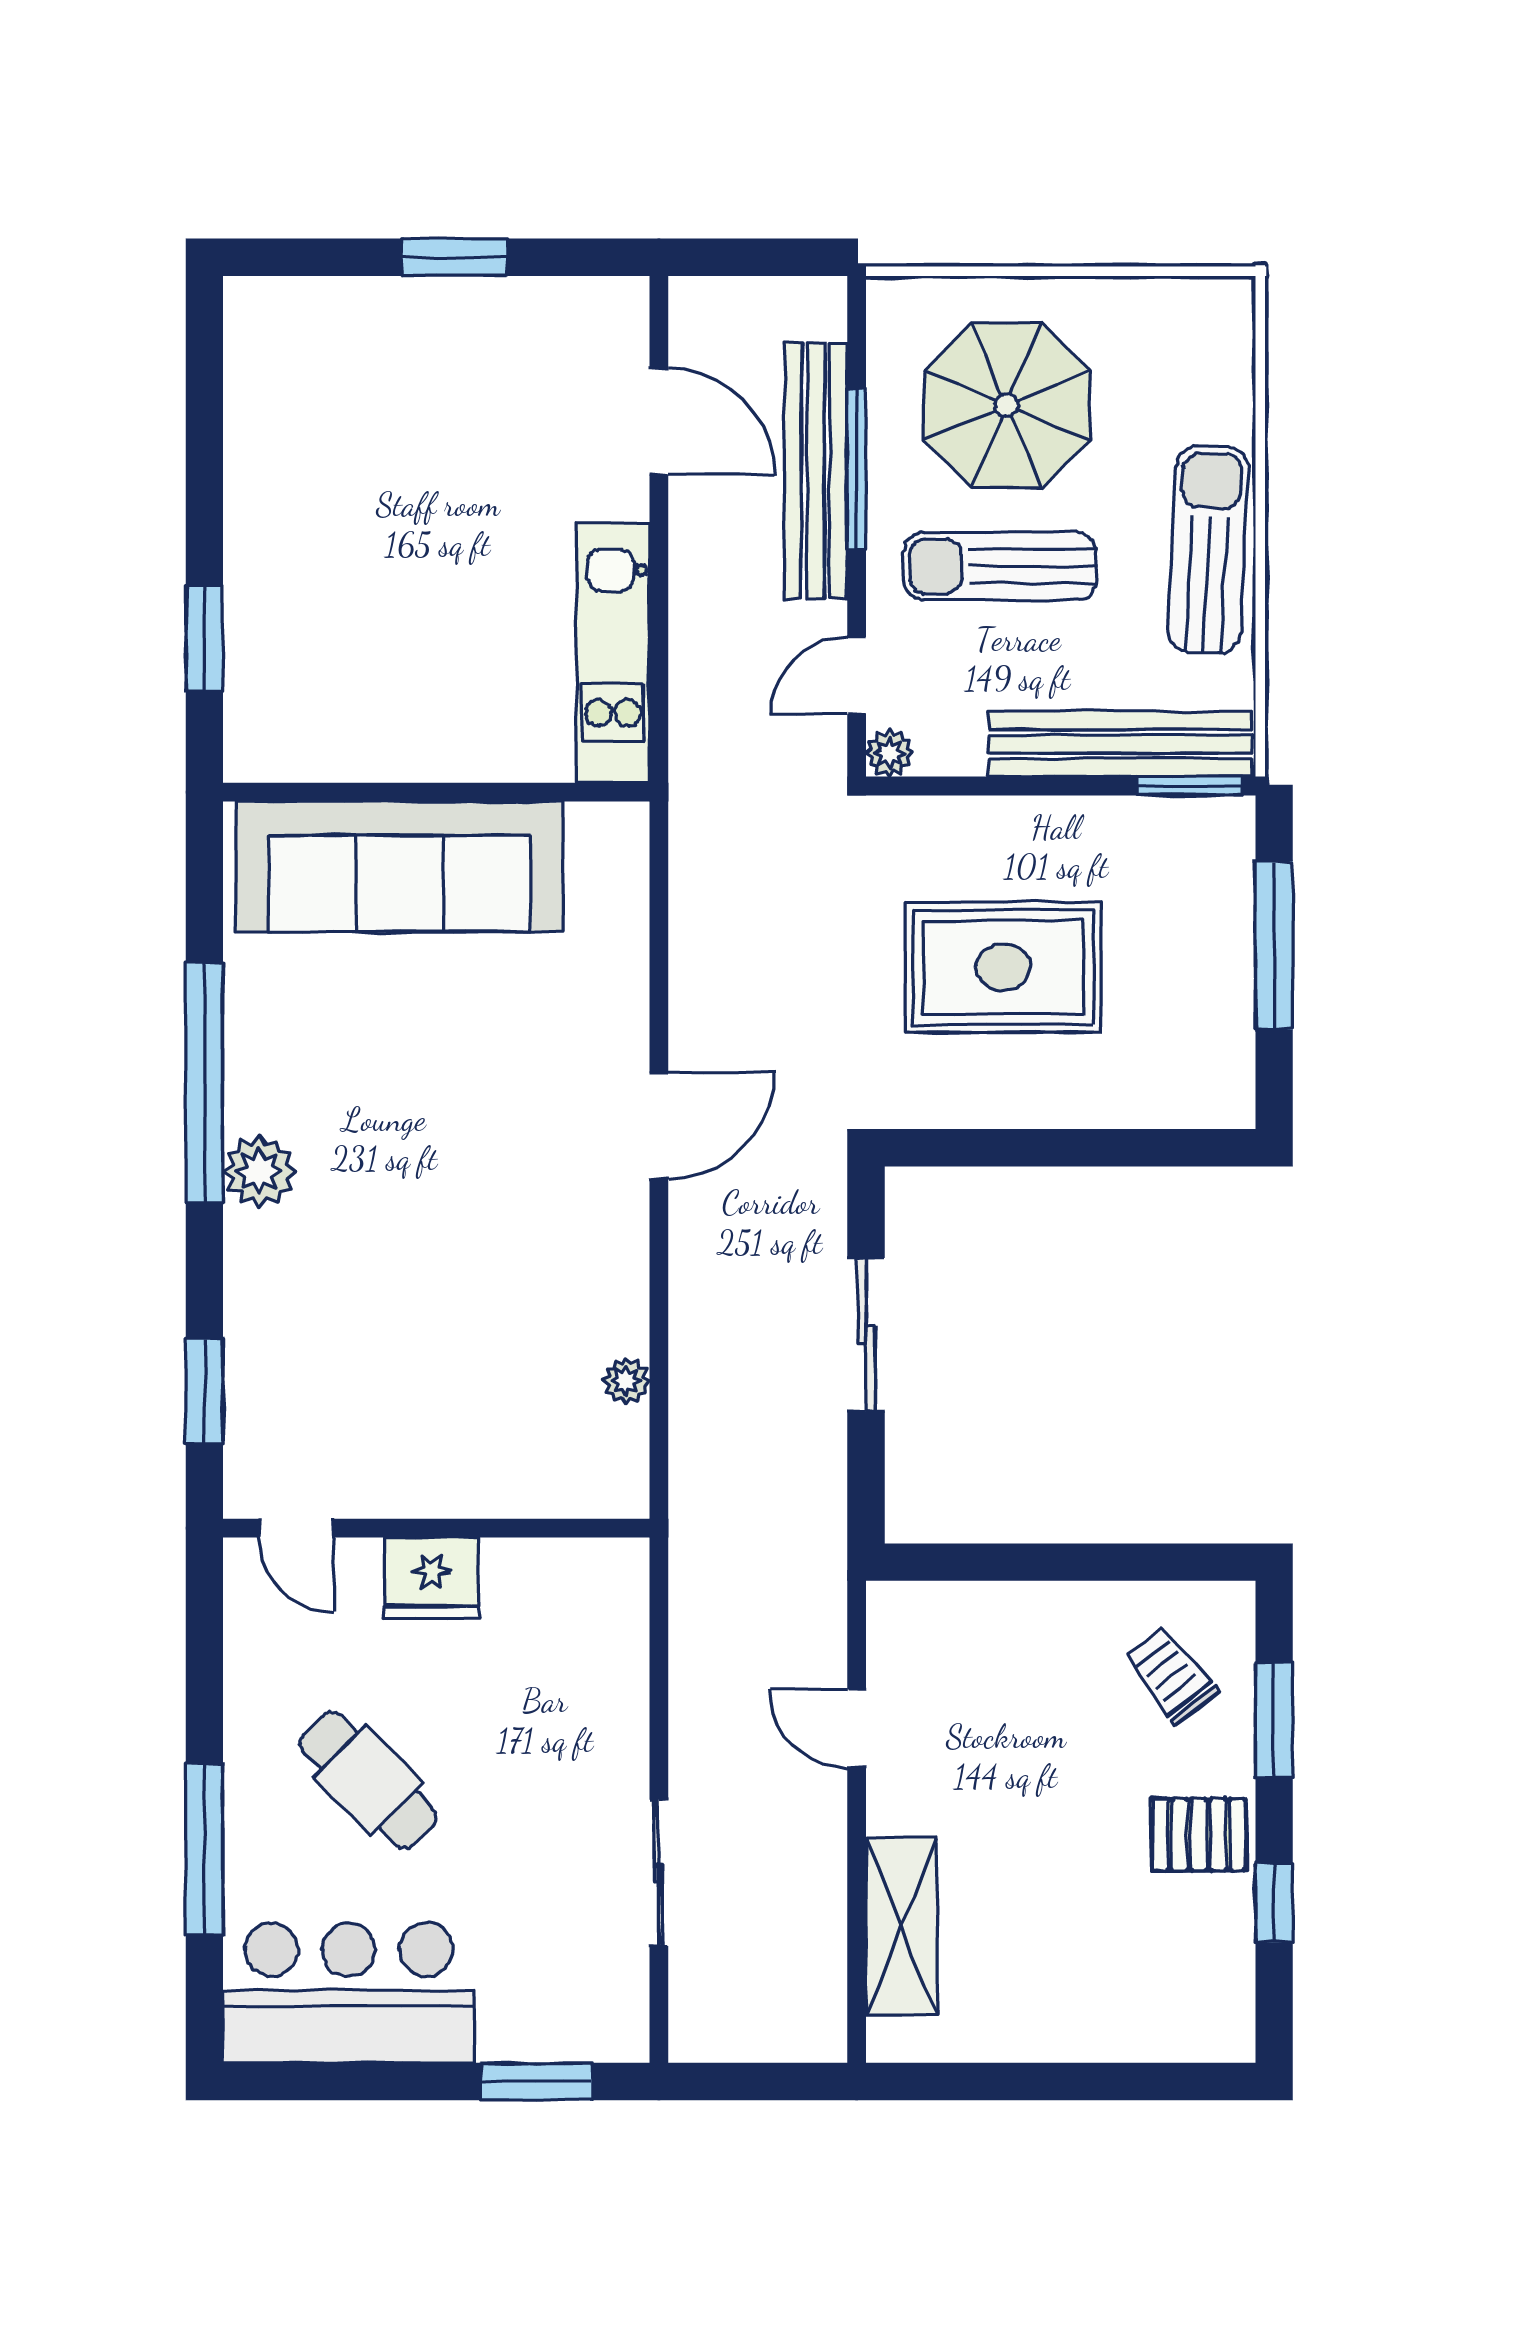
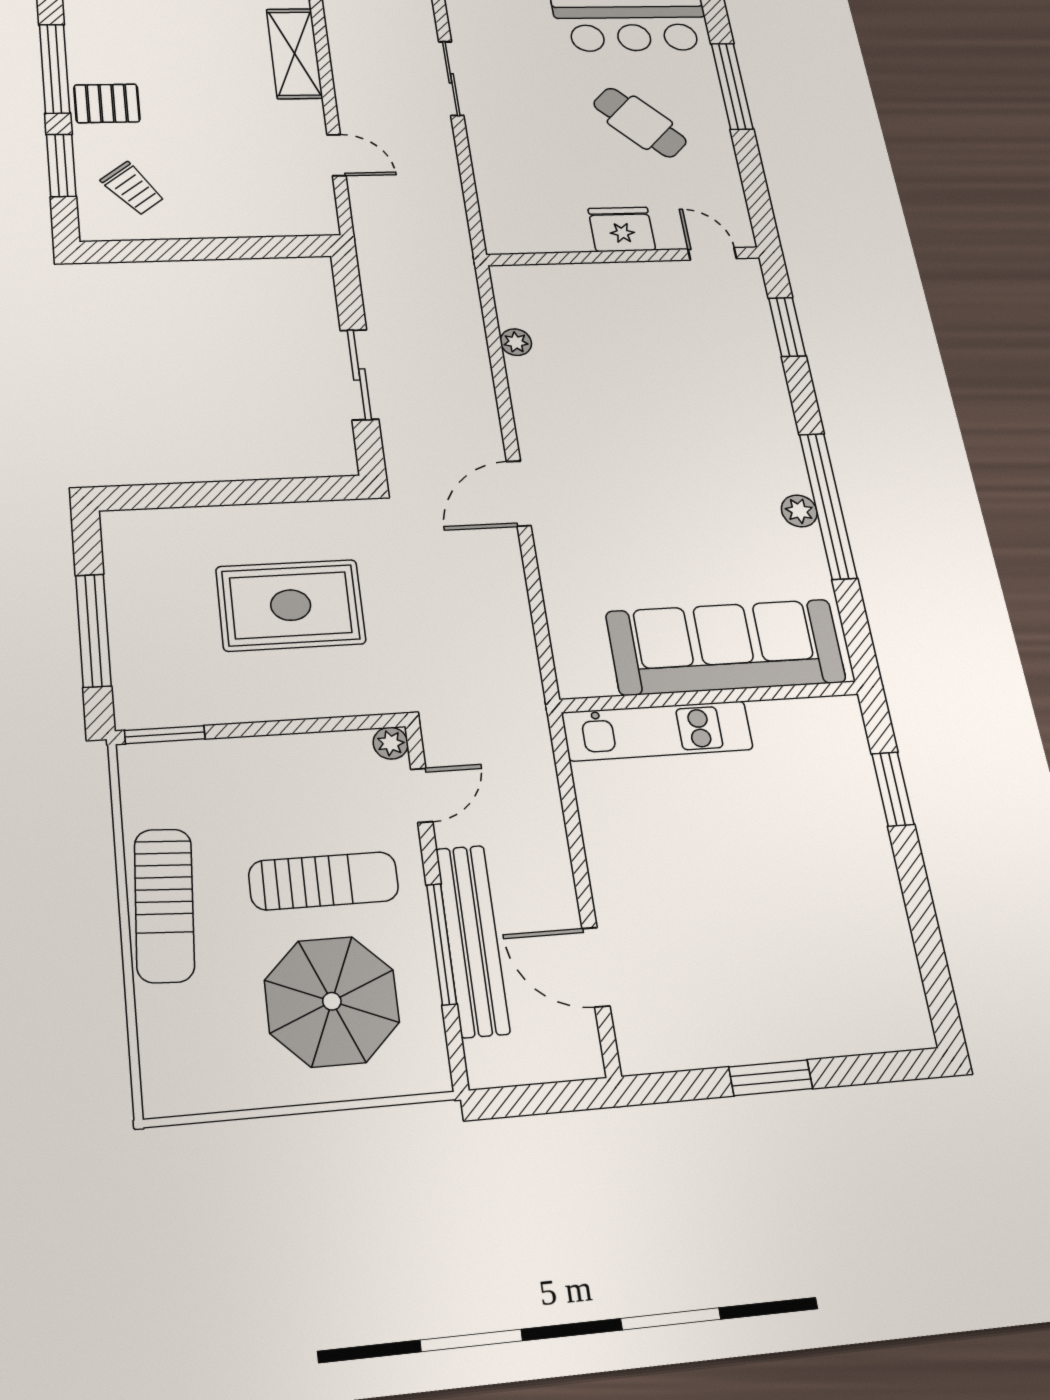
kitchen unit: (613, 653) -> (657, 731), moved, turned 90
bench: (1120, 744) -> (220, 761), removed
plant: (259, 1171) -> (799, 511), moved, width x0.73, depth x0.73
window: (1274, 1903) -> (55, 69), width x2.17

